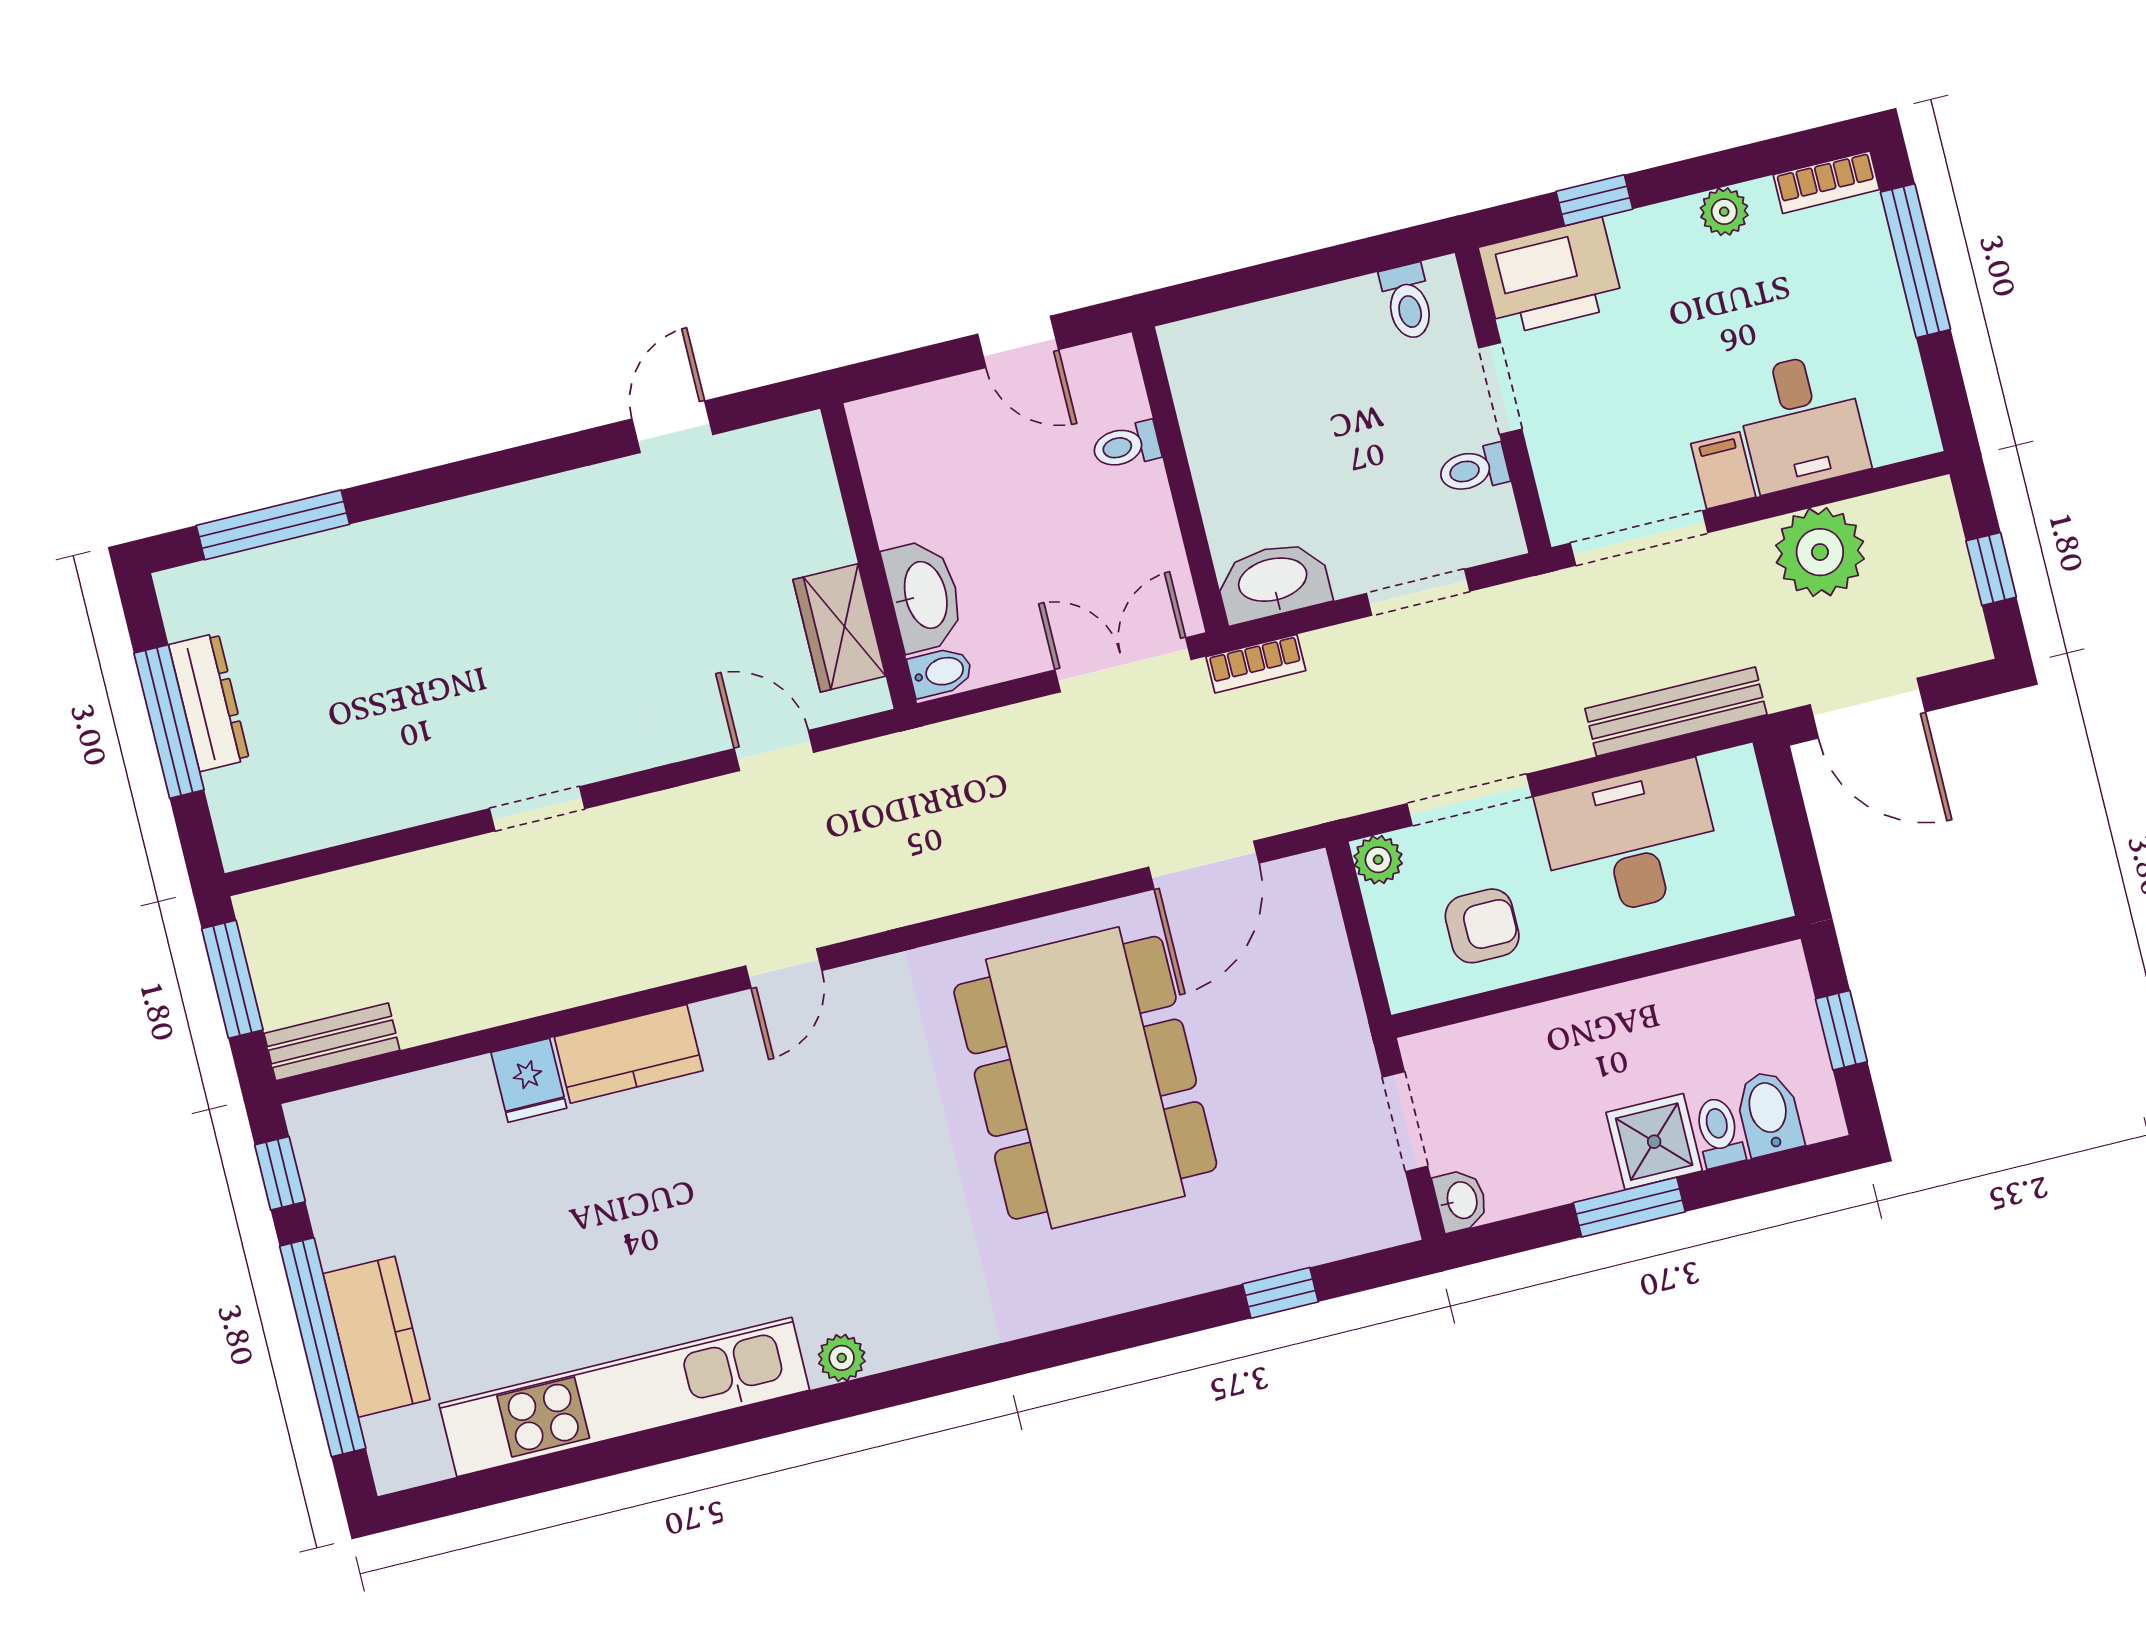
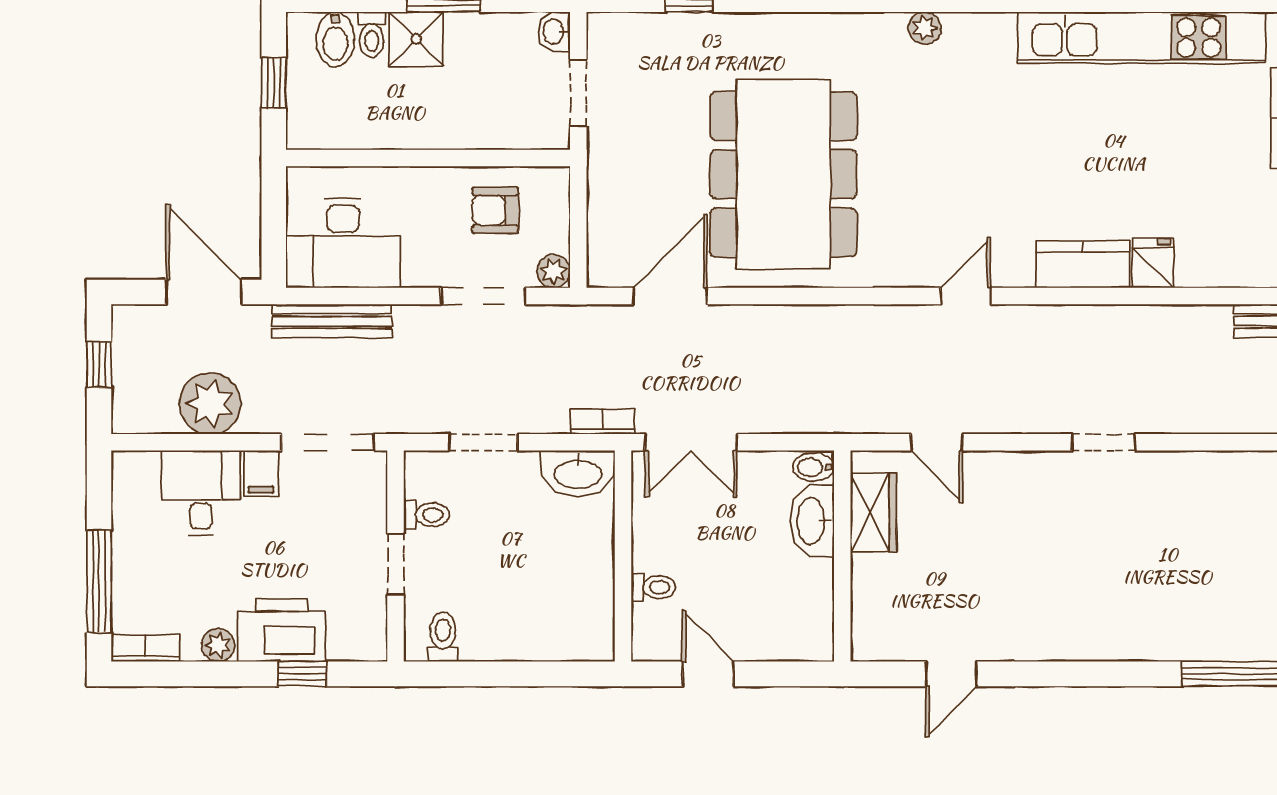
printer: (1551, 277) -> (282, 630), moved
desk: (1630, 840) -> (343, 243), moved
plant: (842, 1358) -> (925, 28), moved

